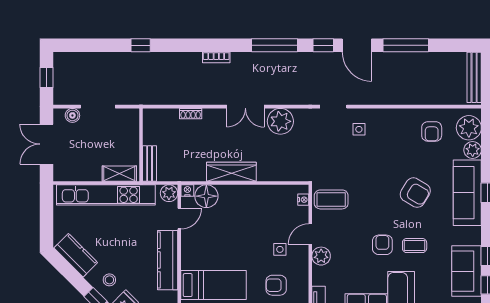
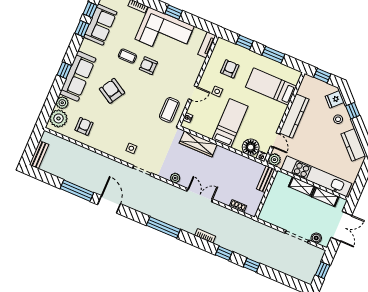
window: (323, 45) -> (224, 253), moved
bench: (474, 77) -> (39, 155), width x0.73
plant: (280, 121) -> (175, 178), width x0.53, depth x0.53
wall: (141, 145) -> (266, 194), moved
bench: (150, 163) -> (266, 179), moved
wardrobe: (231, 172) -> (198, 144), moved
shelving: (83, 173) -> (325, 197), added
coffee table: (331, 199) -> (169, 110), turned 90
bed: (246, 216) -> (230, 123), added
door: (179, 218) -> (275, 140), swing flipped
armchair: (382, 245) -> (148, 66), turned 90
plant: (321, 256) -> (192, 75), removed
armchair: (276, 285) -> (230, 69), turned -90

